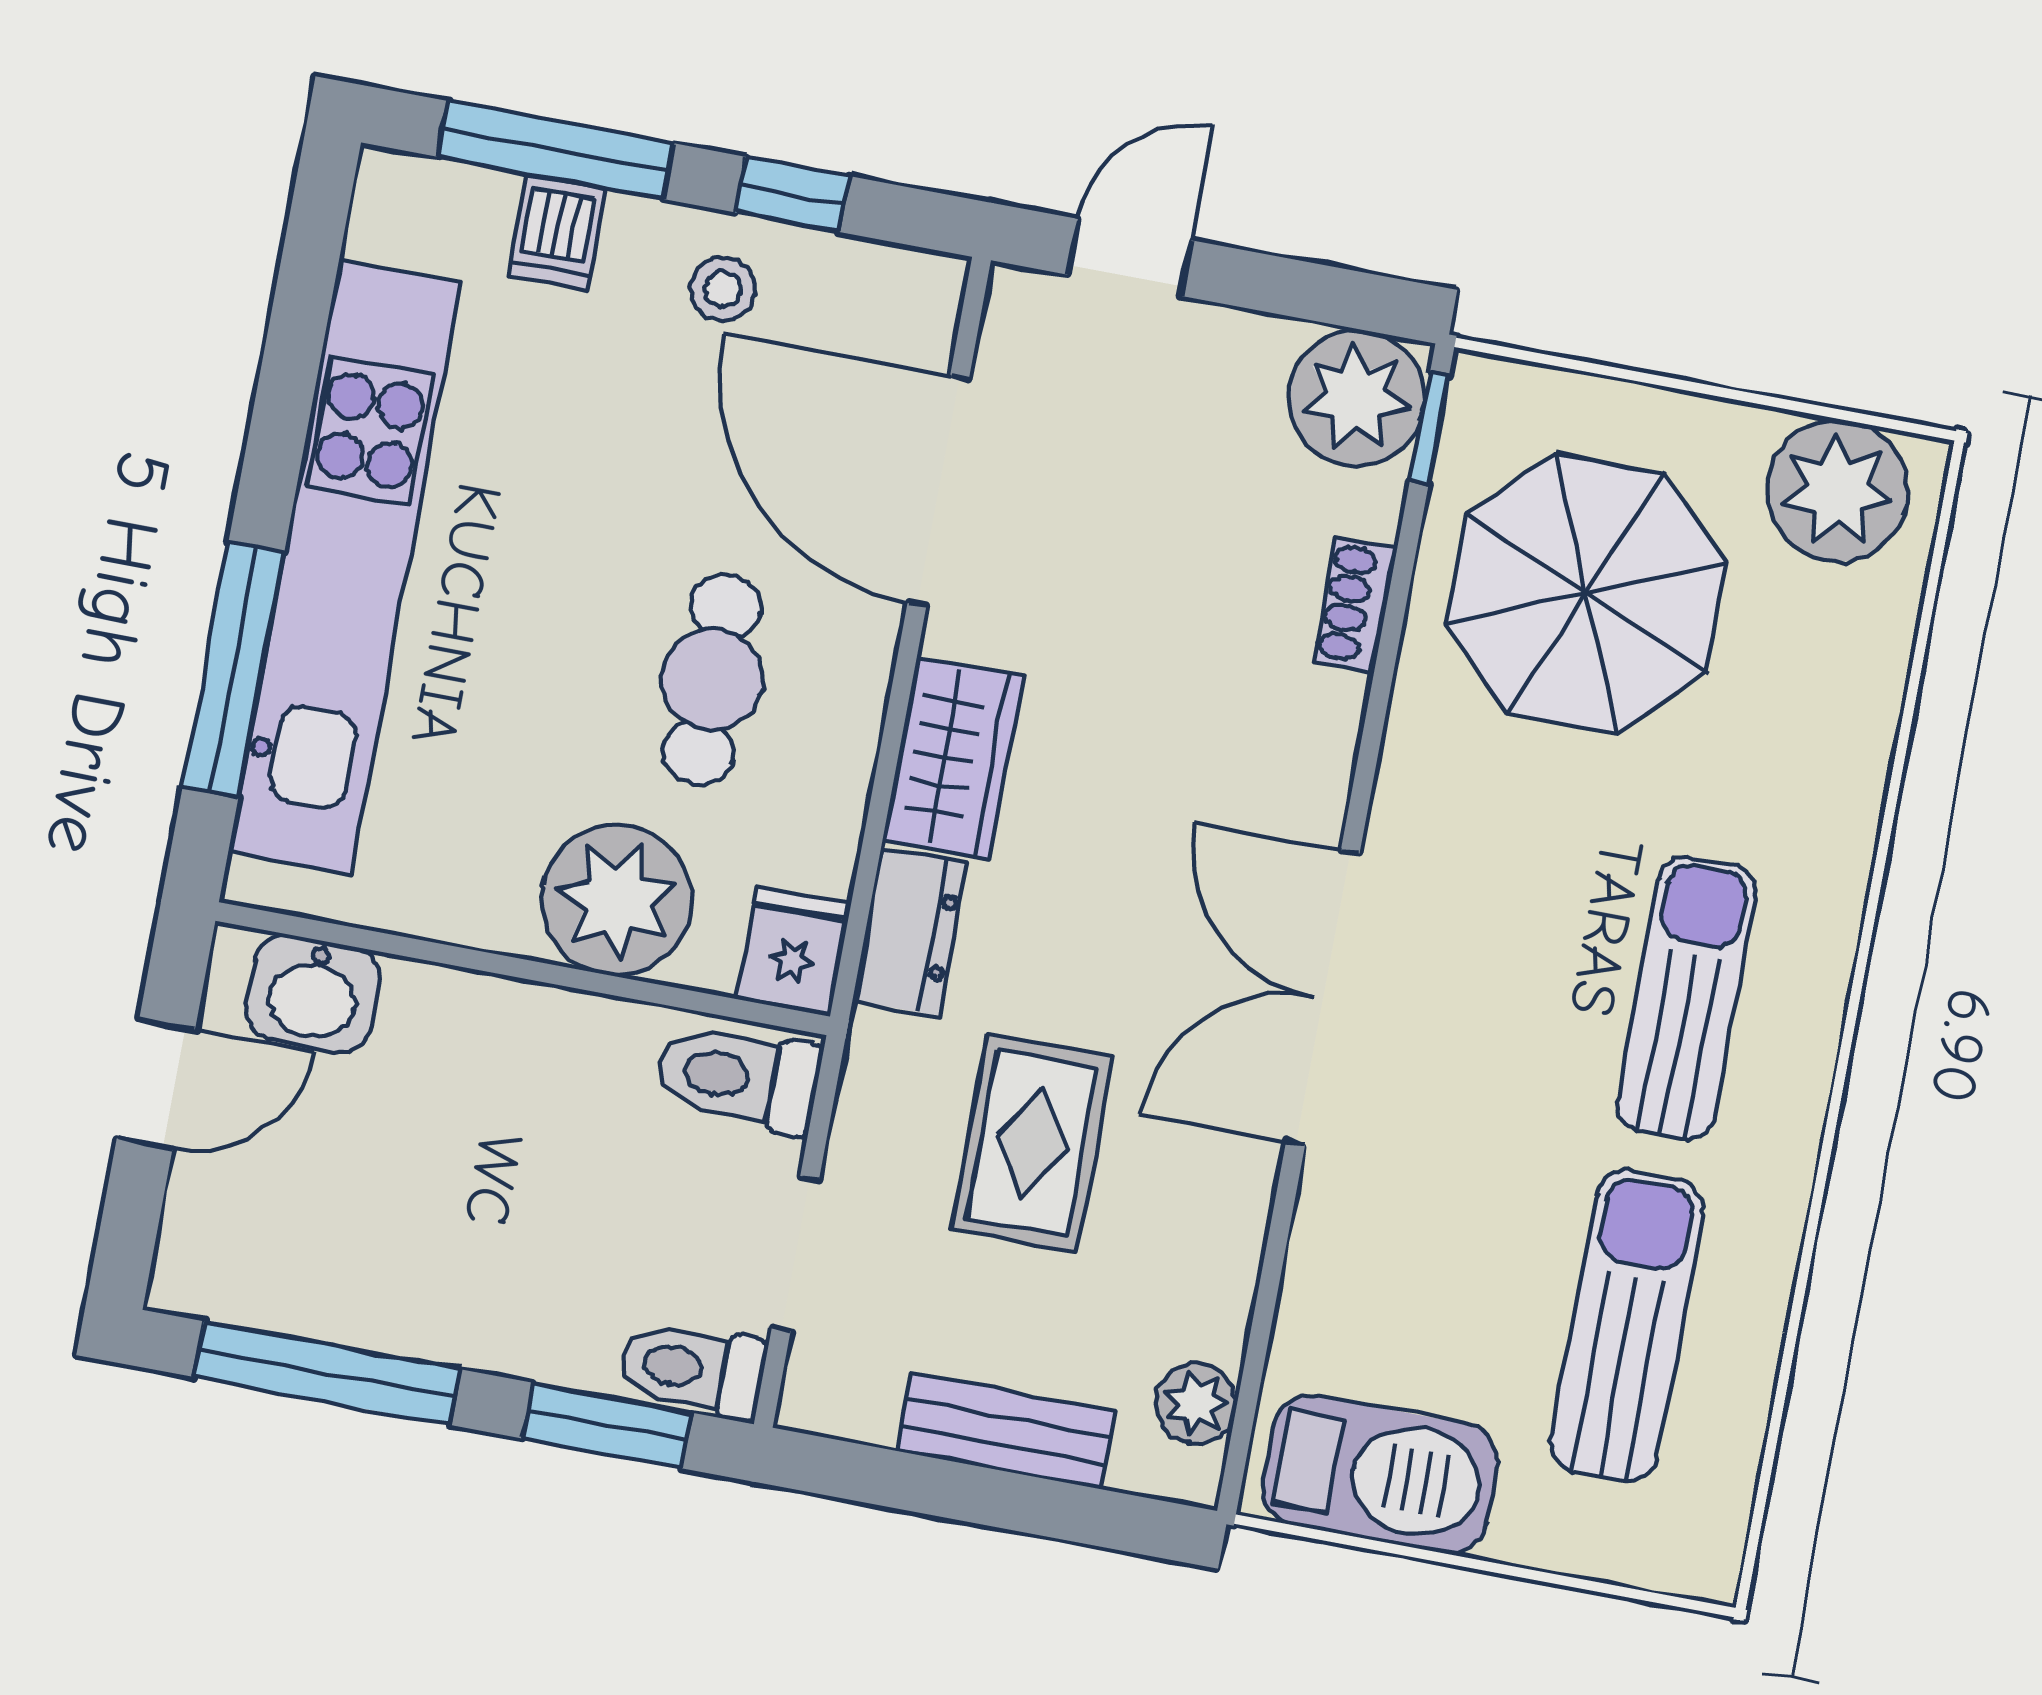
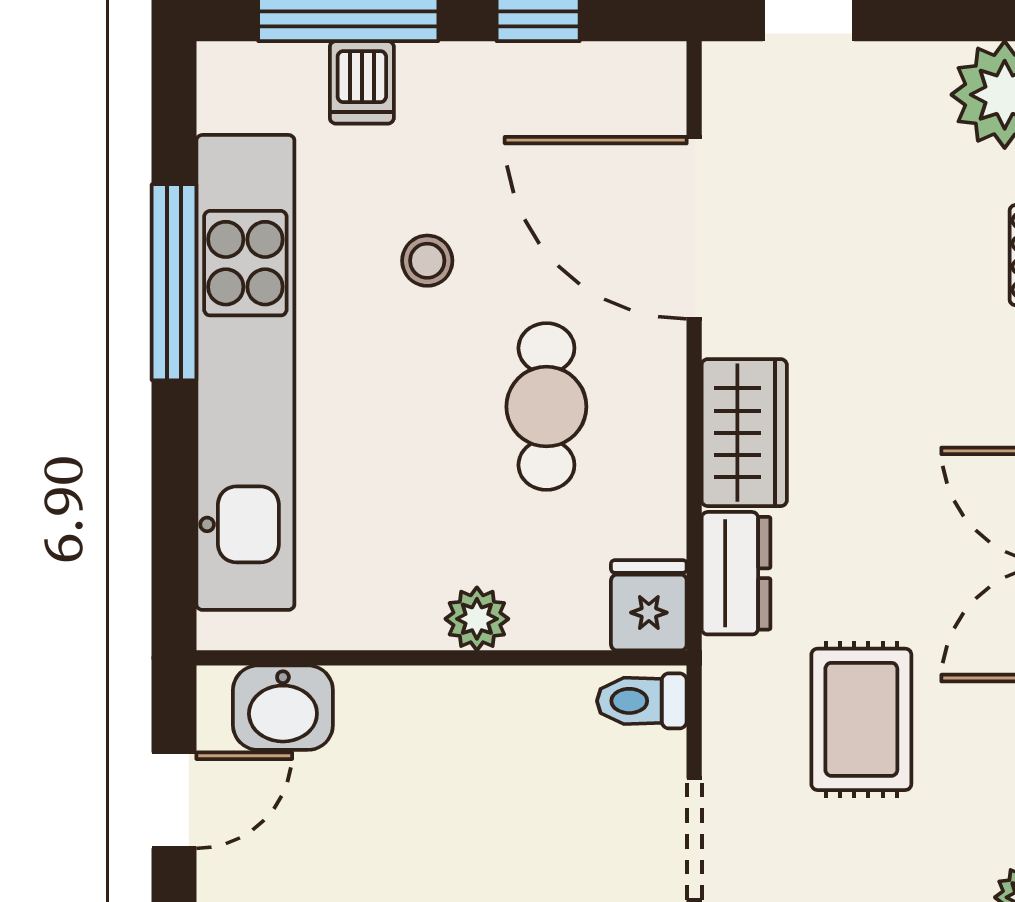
stool: (723, 289) -> (427, 261), moved
window: (233, 669) -> (174, 282), moved
plant: (617, 900) -> (477, 619), width x0.53, depth x0.53
toilet: (738, 1078) -> (642, 701), width x0.73, depth x0.72

